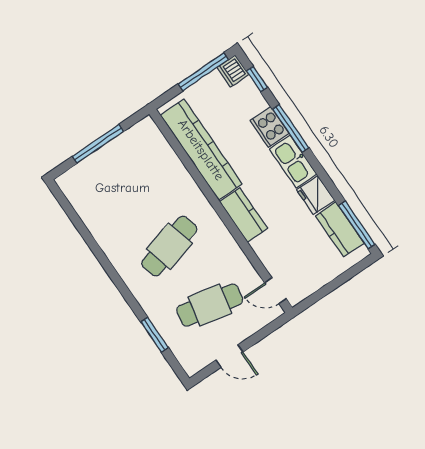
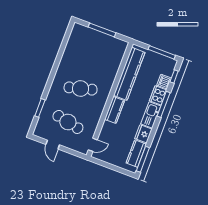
dishwasher: (233, 71) -> (164, 82), moved
door: (275, 291) -> (93, 145), swing flipped

